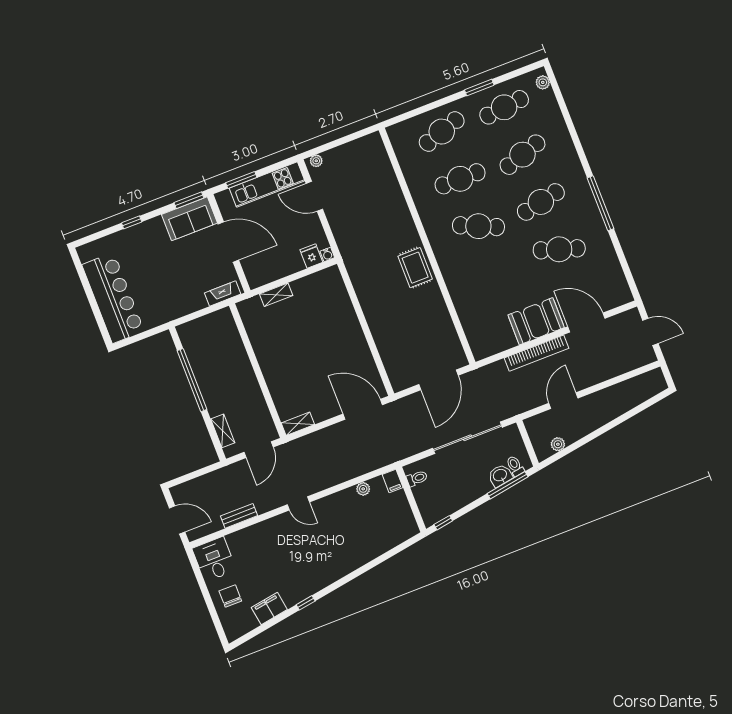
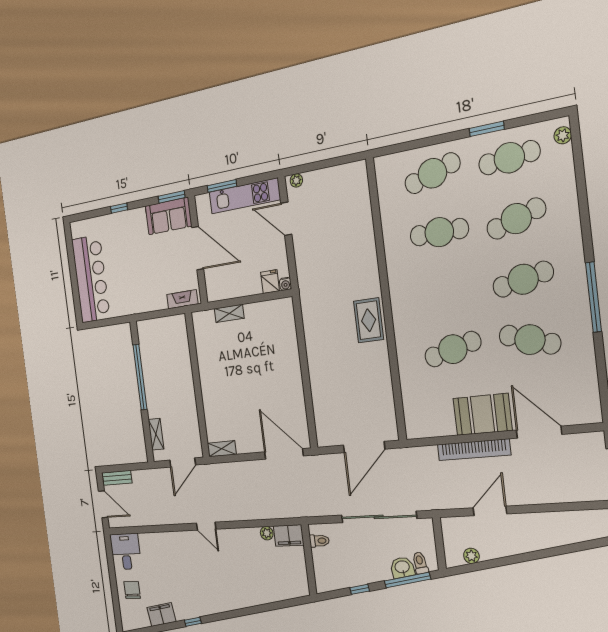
cafe table: (478, 226) -> (453, 349), moved, turned -39
filing cabinet: (393, 481) -> (289, 536), width x2.00
bench: (239, 516) -> (117, 478), moved
window: (443, 523) -> (360, 589), moved

